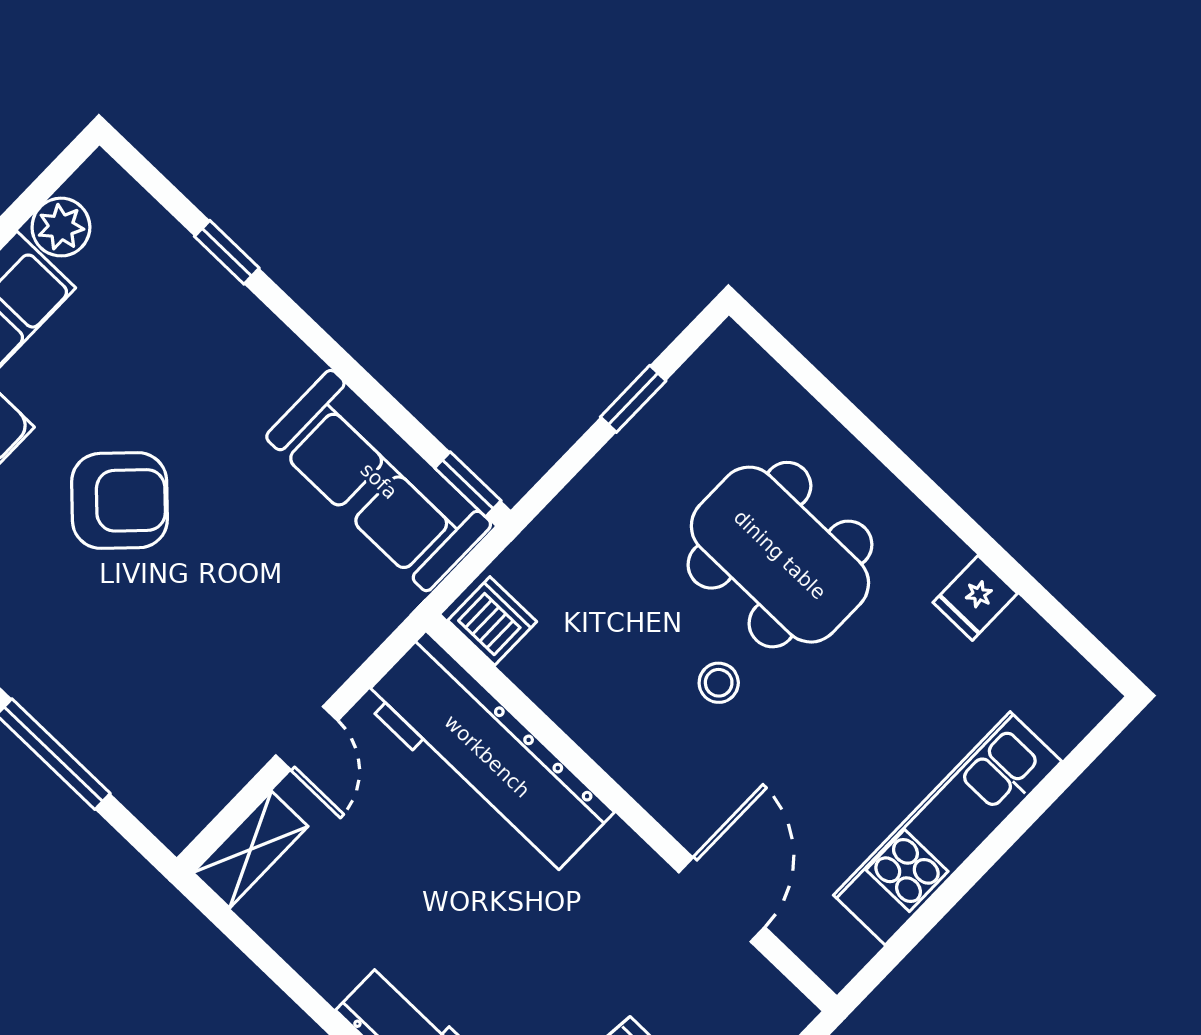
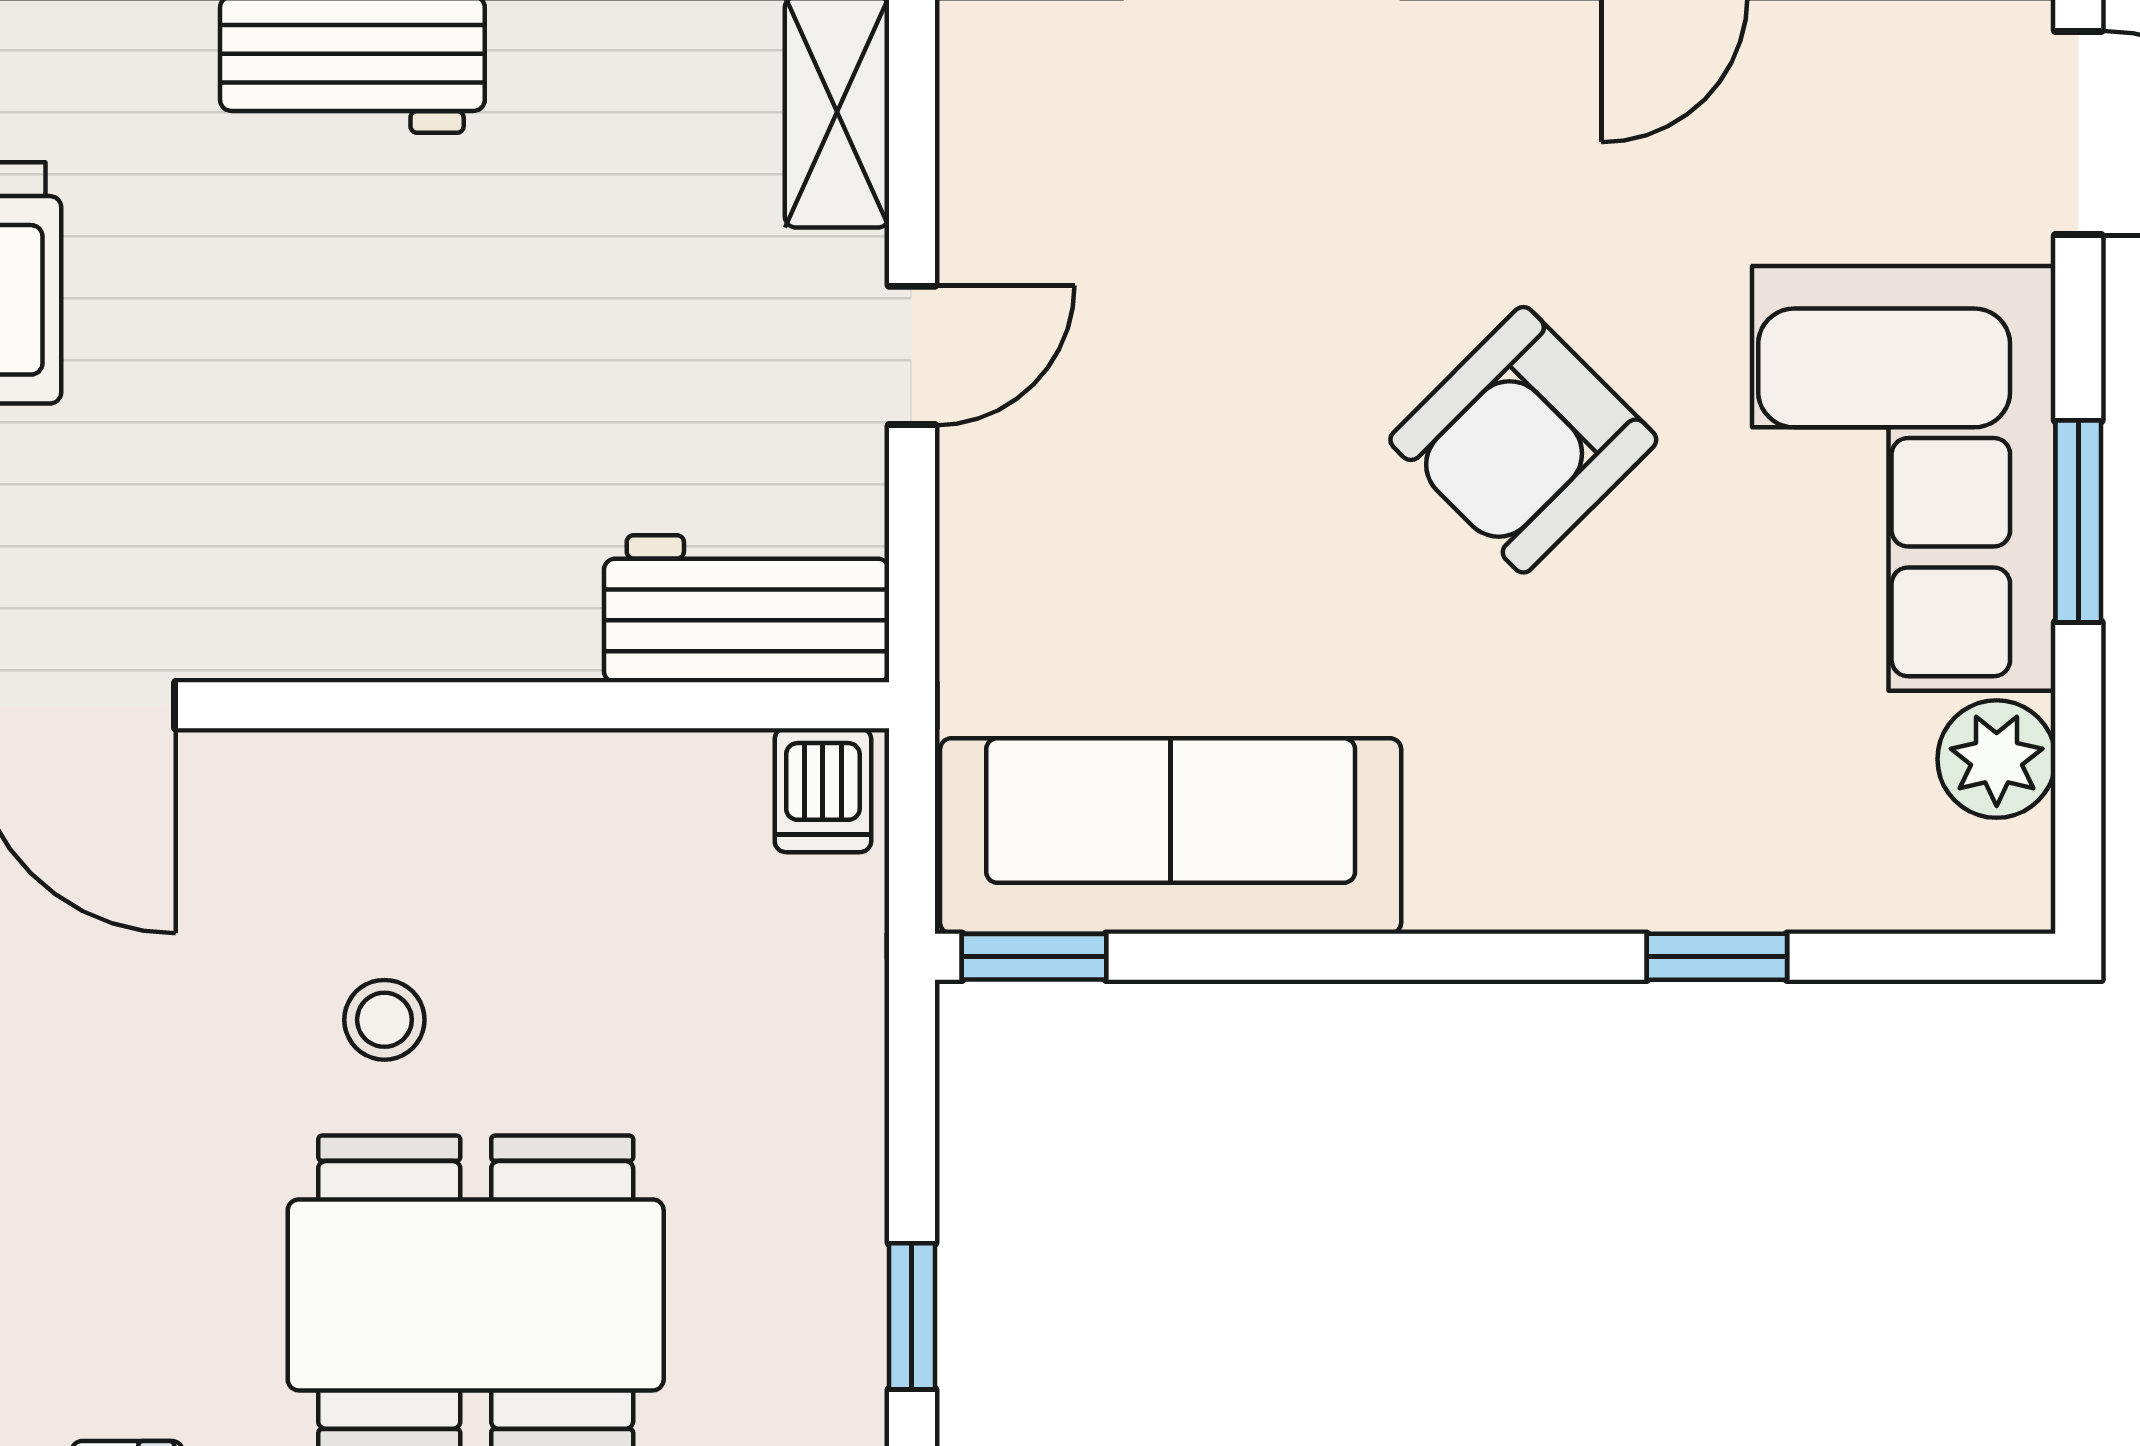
dishwasher: (492, 621) -> (823, 790), width x0.73
door: (307, 738) -> (912, 355), swing flipped
workbench: (487, 756) -> (747, 609), width x0.53, depth x0.76

